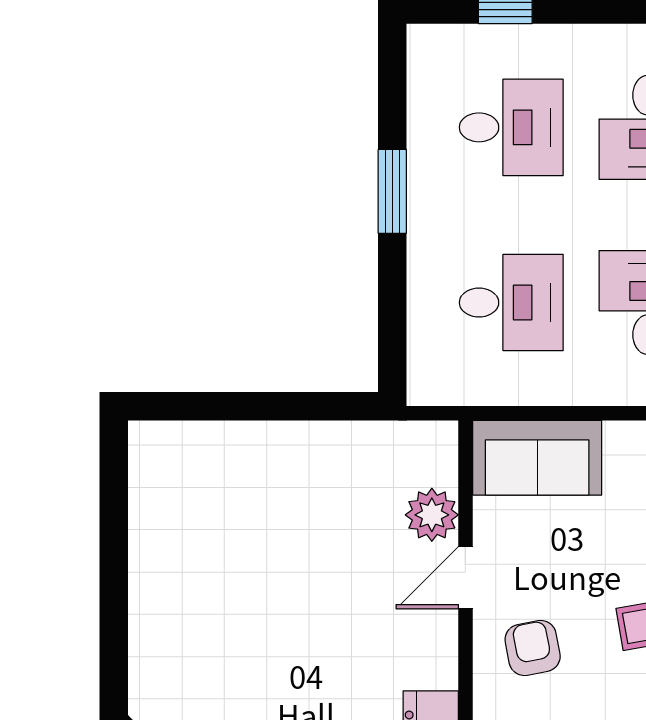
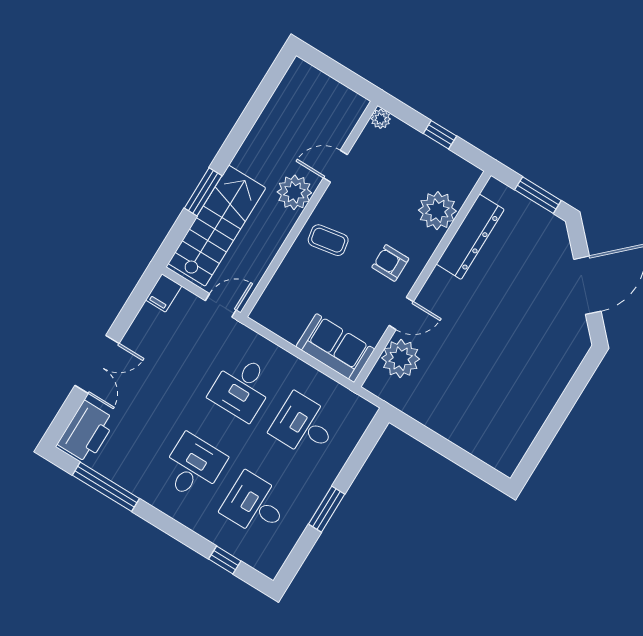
plant: (432, 515) -> (401, 359), width x1.36, depth x1.36
armchair: (533, 648) -> (390, 263), turned 101

